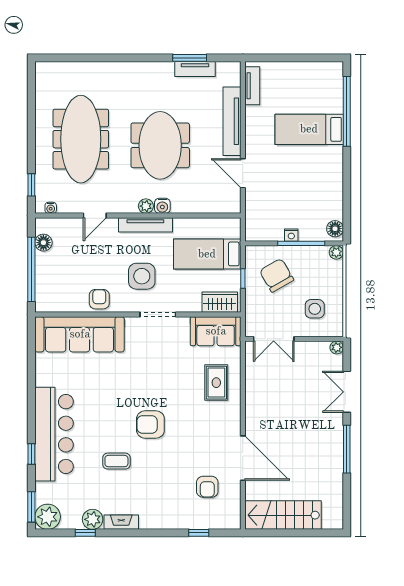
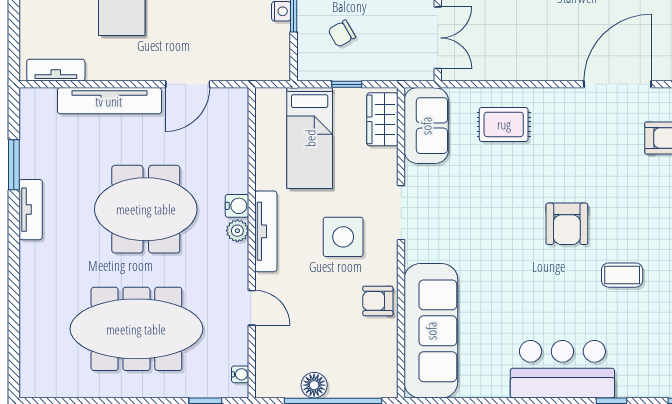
tv unit: (195, 69) -> (31, 210), moved
floor lamp: (43, 243) -> (314, 385), moved
chair: (277, 275) -> (342, 34), width x0.54, depth x0.54
bar counter: (54, 434) -> (562, 369), width x0.73
coffee table: (116, 461) -> (622, 275), turned 90

